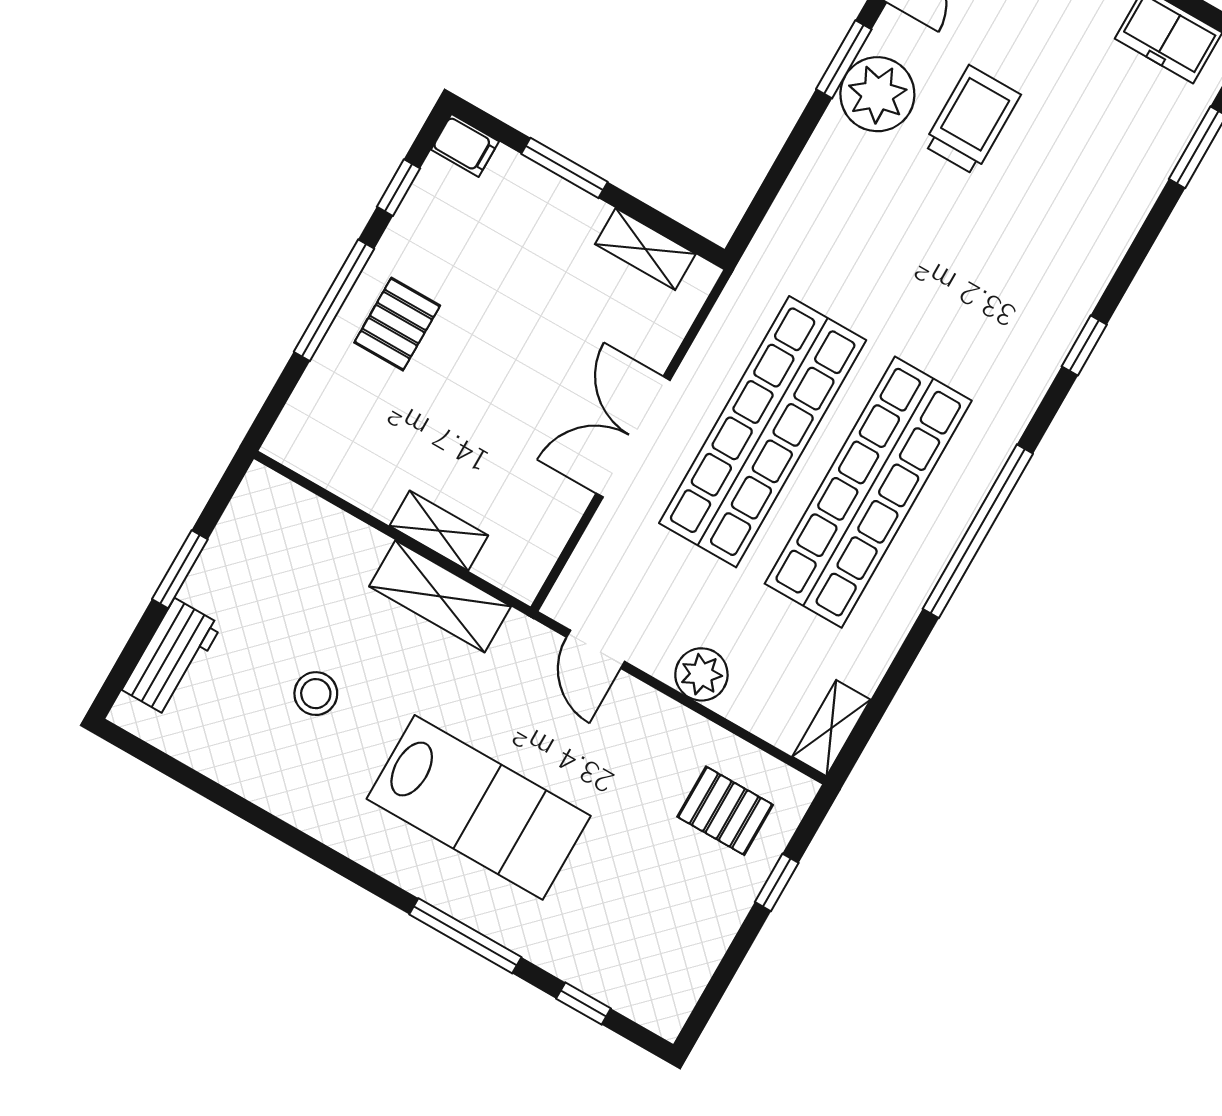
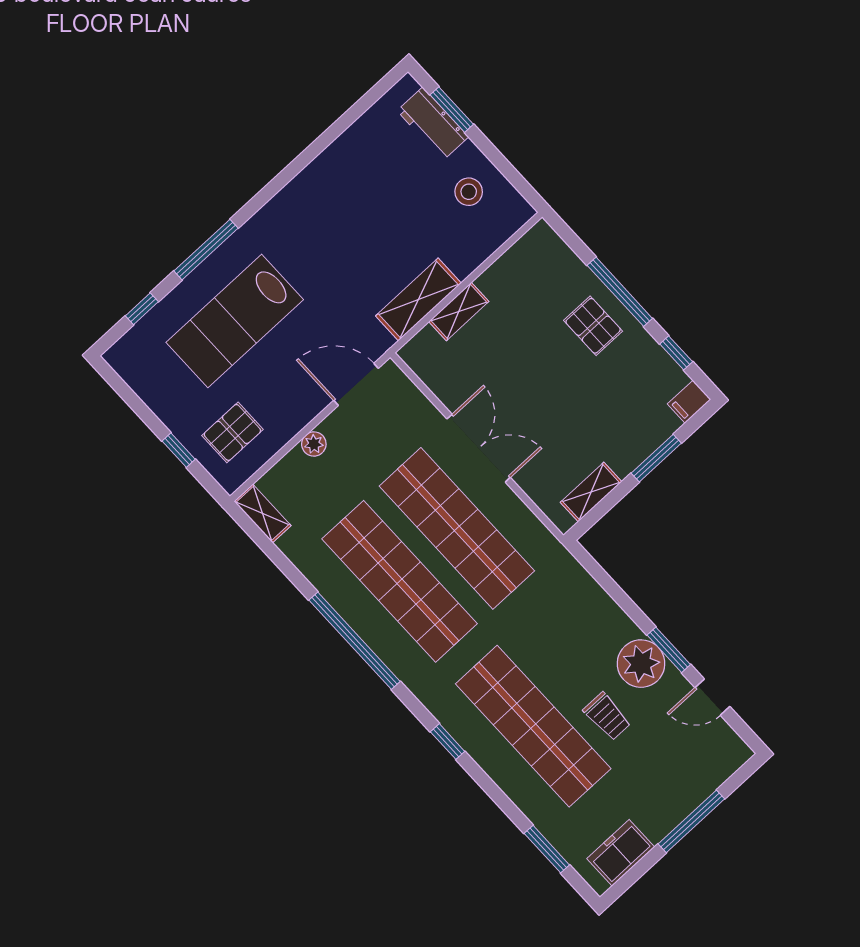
trolley: (972, 120) -> (607, 716), width x0.73, depth x0.72
shop shelf: (1021, 225) -> (533, 726), added
window: (180, 569) -> (452, 110), moved
door: (596, 649) -> (356, 384), width x1.38
plant: (701, 674) -> (314, 444), width x0.73, depth x0.73
stool: (316, 694) -> (469, 192), moved
lab bench: (479, 807) -> (235, 321), moved

